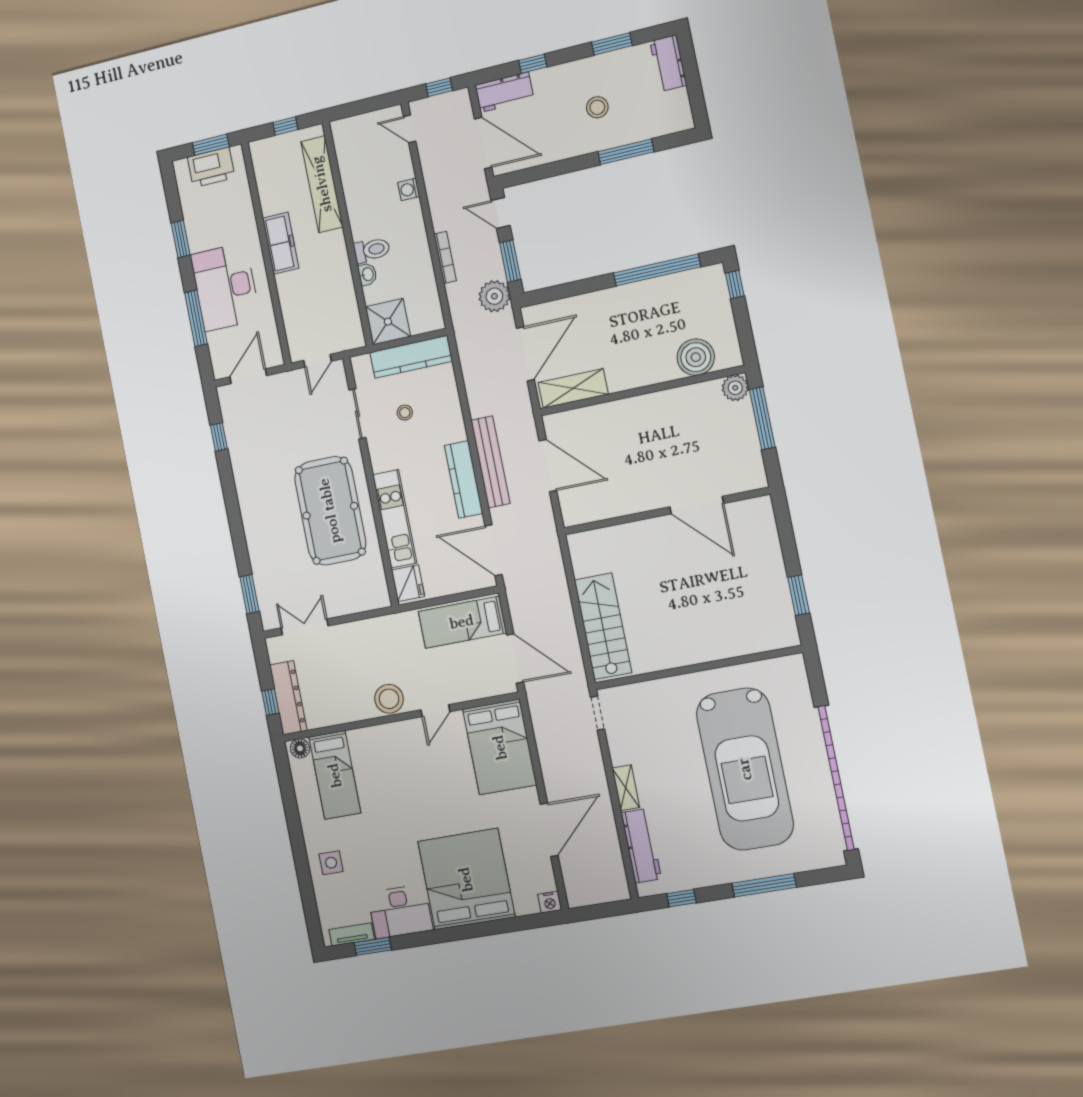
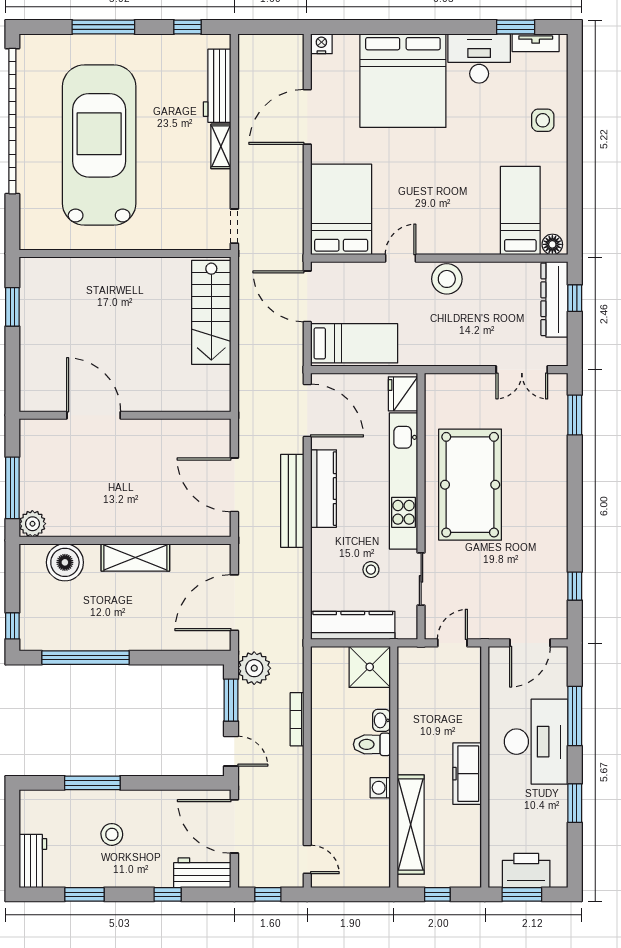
washing machine: (409, 189) -> (380, 788), moved, turned 180
shelving: (573, 388) -> (135, 557), moved
kitchen unit: (395, 519) -> (404, 481), width x1.36

